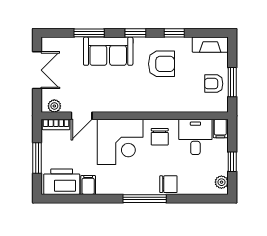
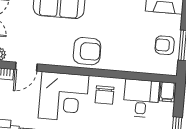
armchair: (161, 64) -> (87, 51), moved

